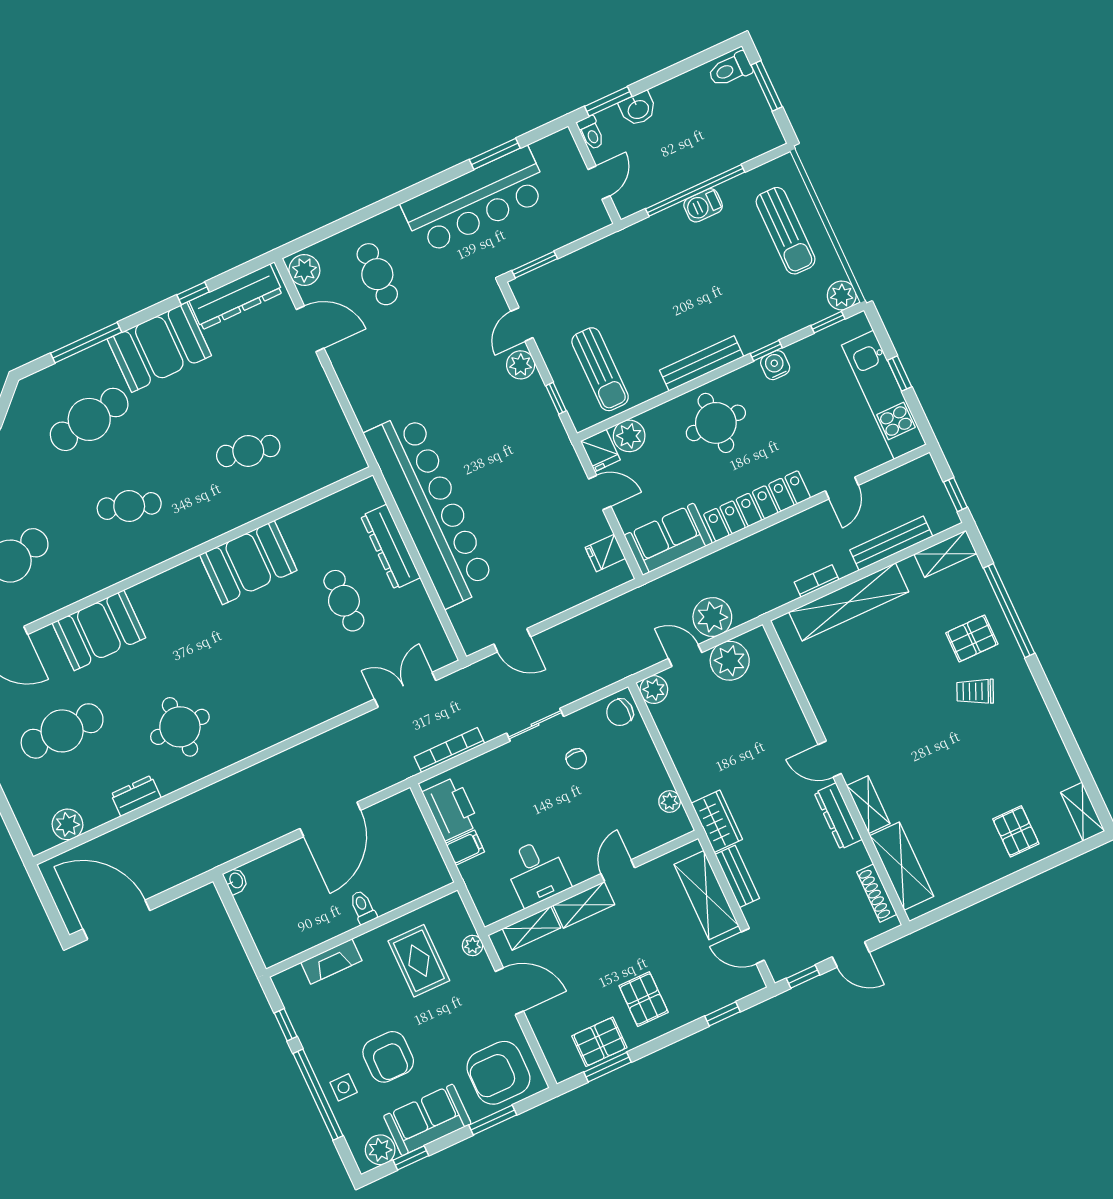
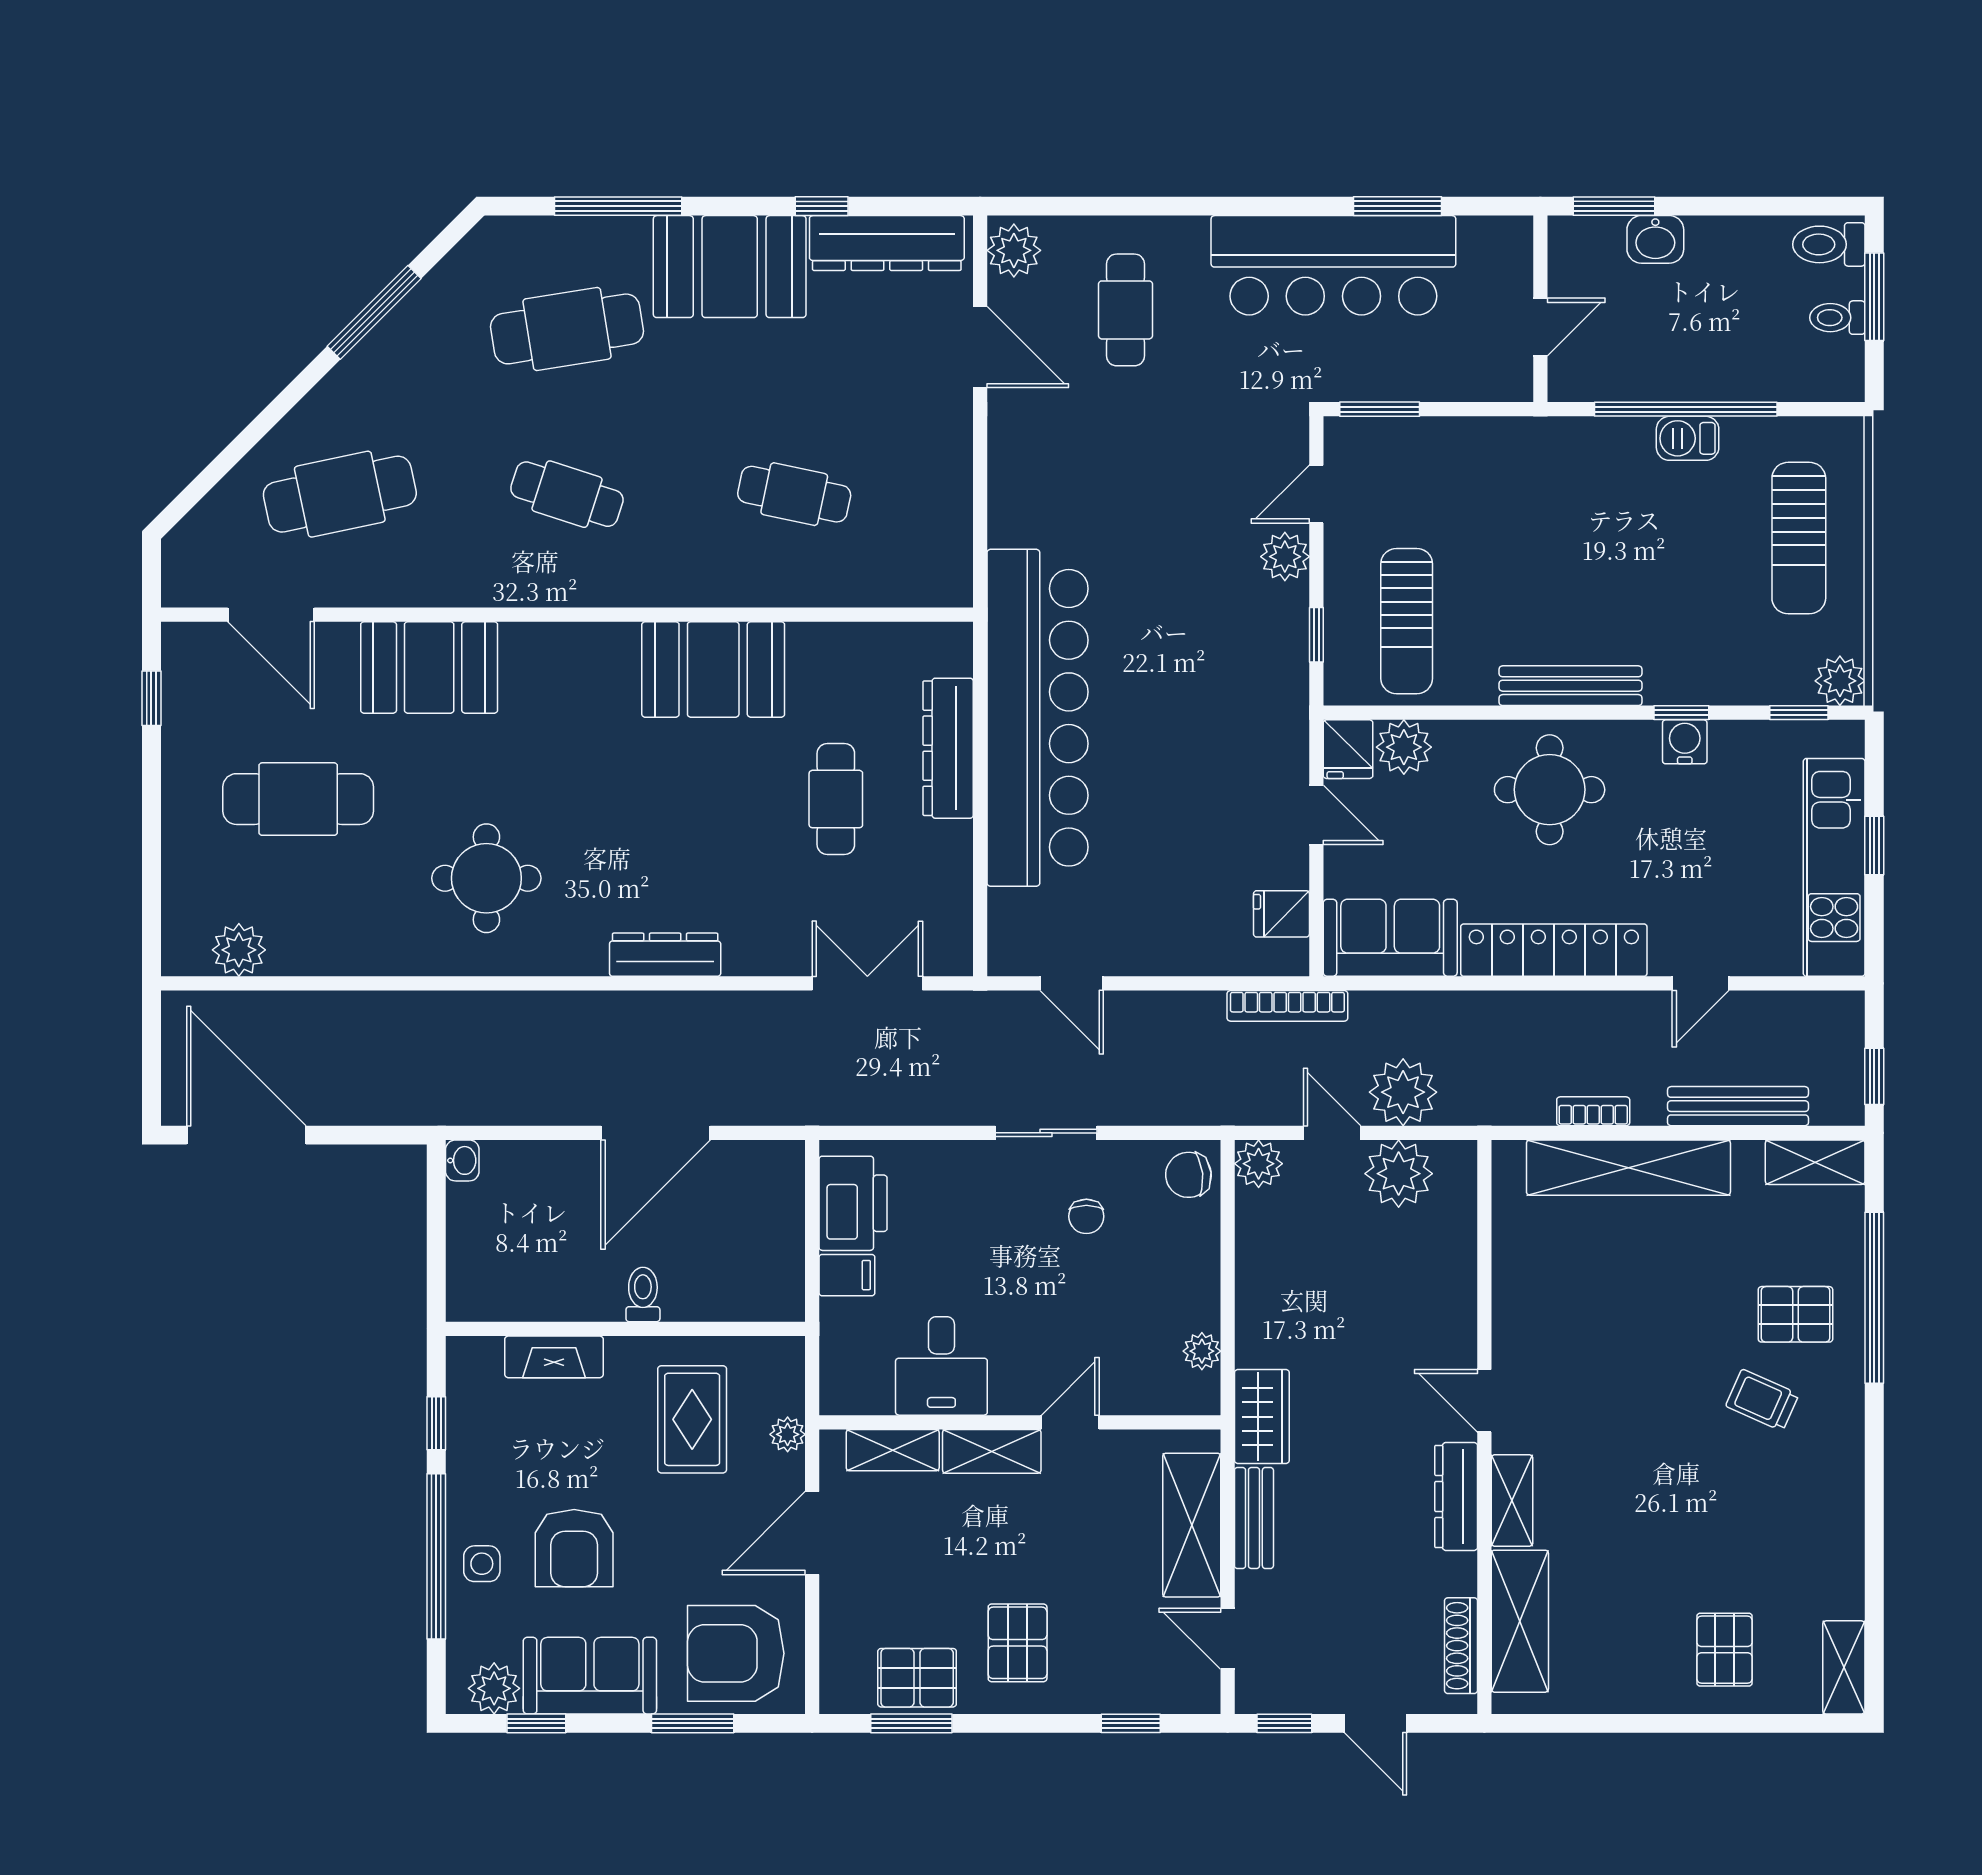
toilet: (591, 133) -> (1837, 318), moved, turned 90
bookcase: (449, 750) -> (1287, 1006), moved, turned 180
dresser: (136, 796) -> (665, 955), moved, width x1.44
door: (509, 991) -> (812, 1533), swing flipped

